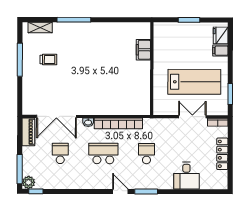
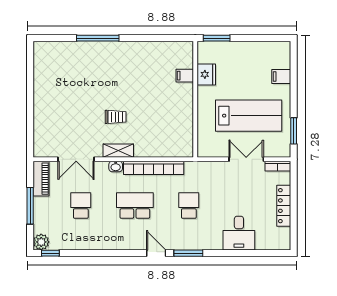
window: (189, 20) -> (217, 38), moved
shelving: (40, 27) -> (118, 151), moved
fridge: (221, 35) -> (206, 74), moved, turned 180
filing cabinet: (143, 50) -> (185, 76), width x0.50
window: (20, 60) -> (30, 88), removed
trolley: (48, 60) -> (116, 117), moved
double door: (56, 116) -> (76, 159), width x0.73
window: (20, 169) -> (30, 206), moved

